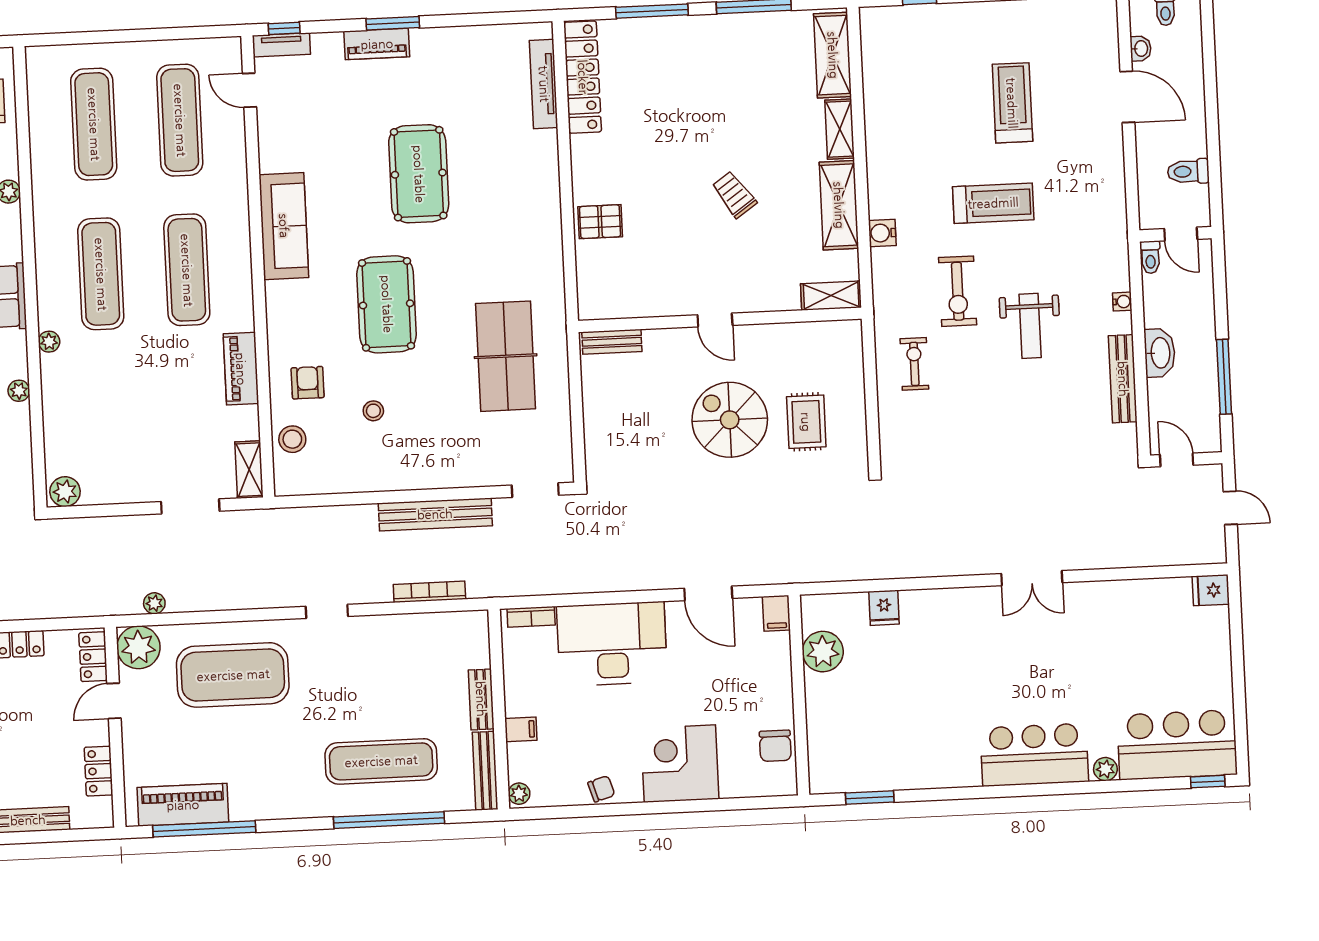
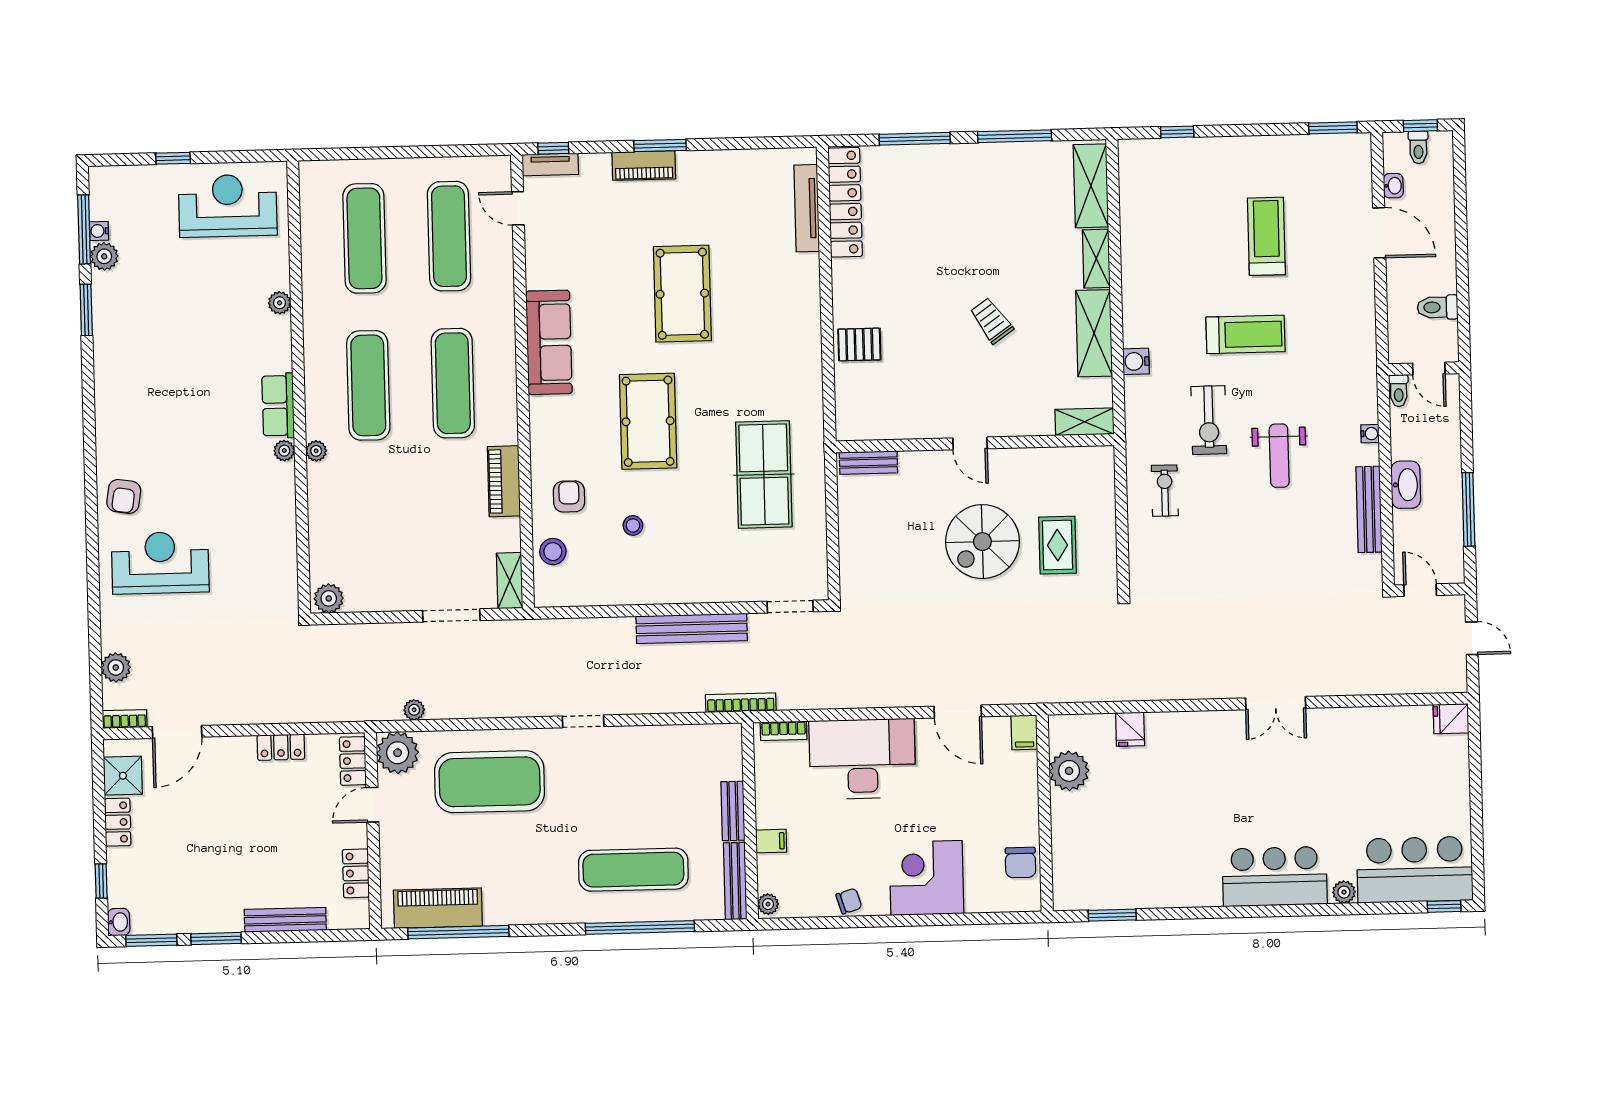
plant: (19, 391) -> (284, 451), moved
spiral stairs: (730, 420) -> (982, 542), turned -90
bookcase: (429, 592) -> (741, 703), moved

